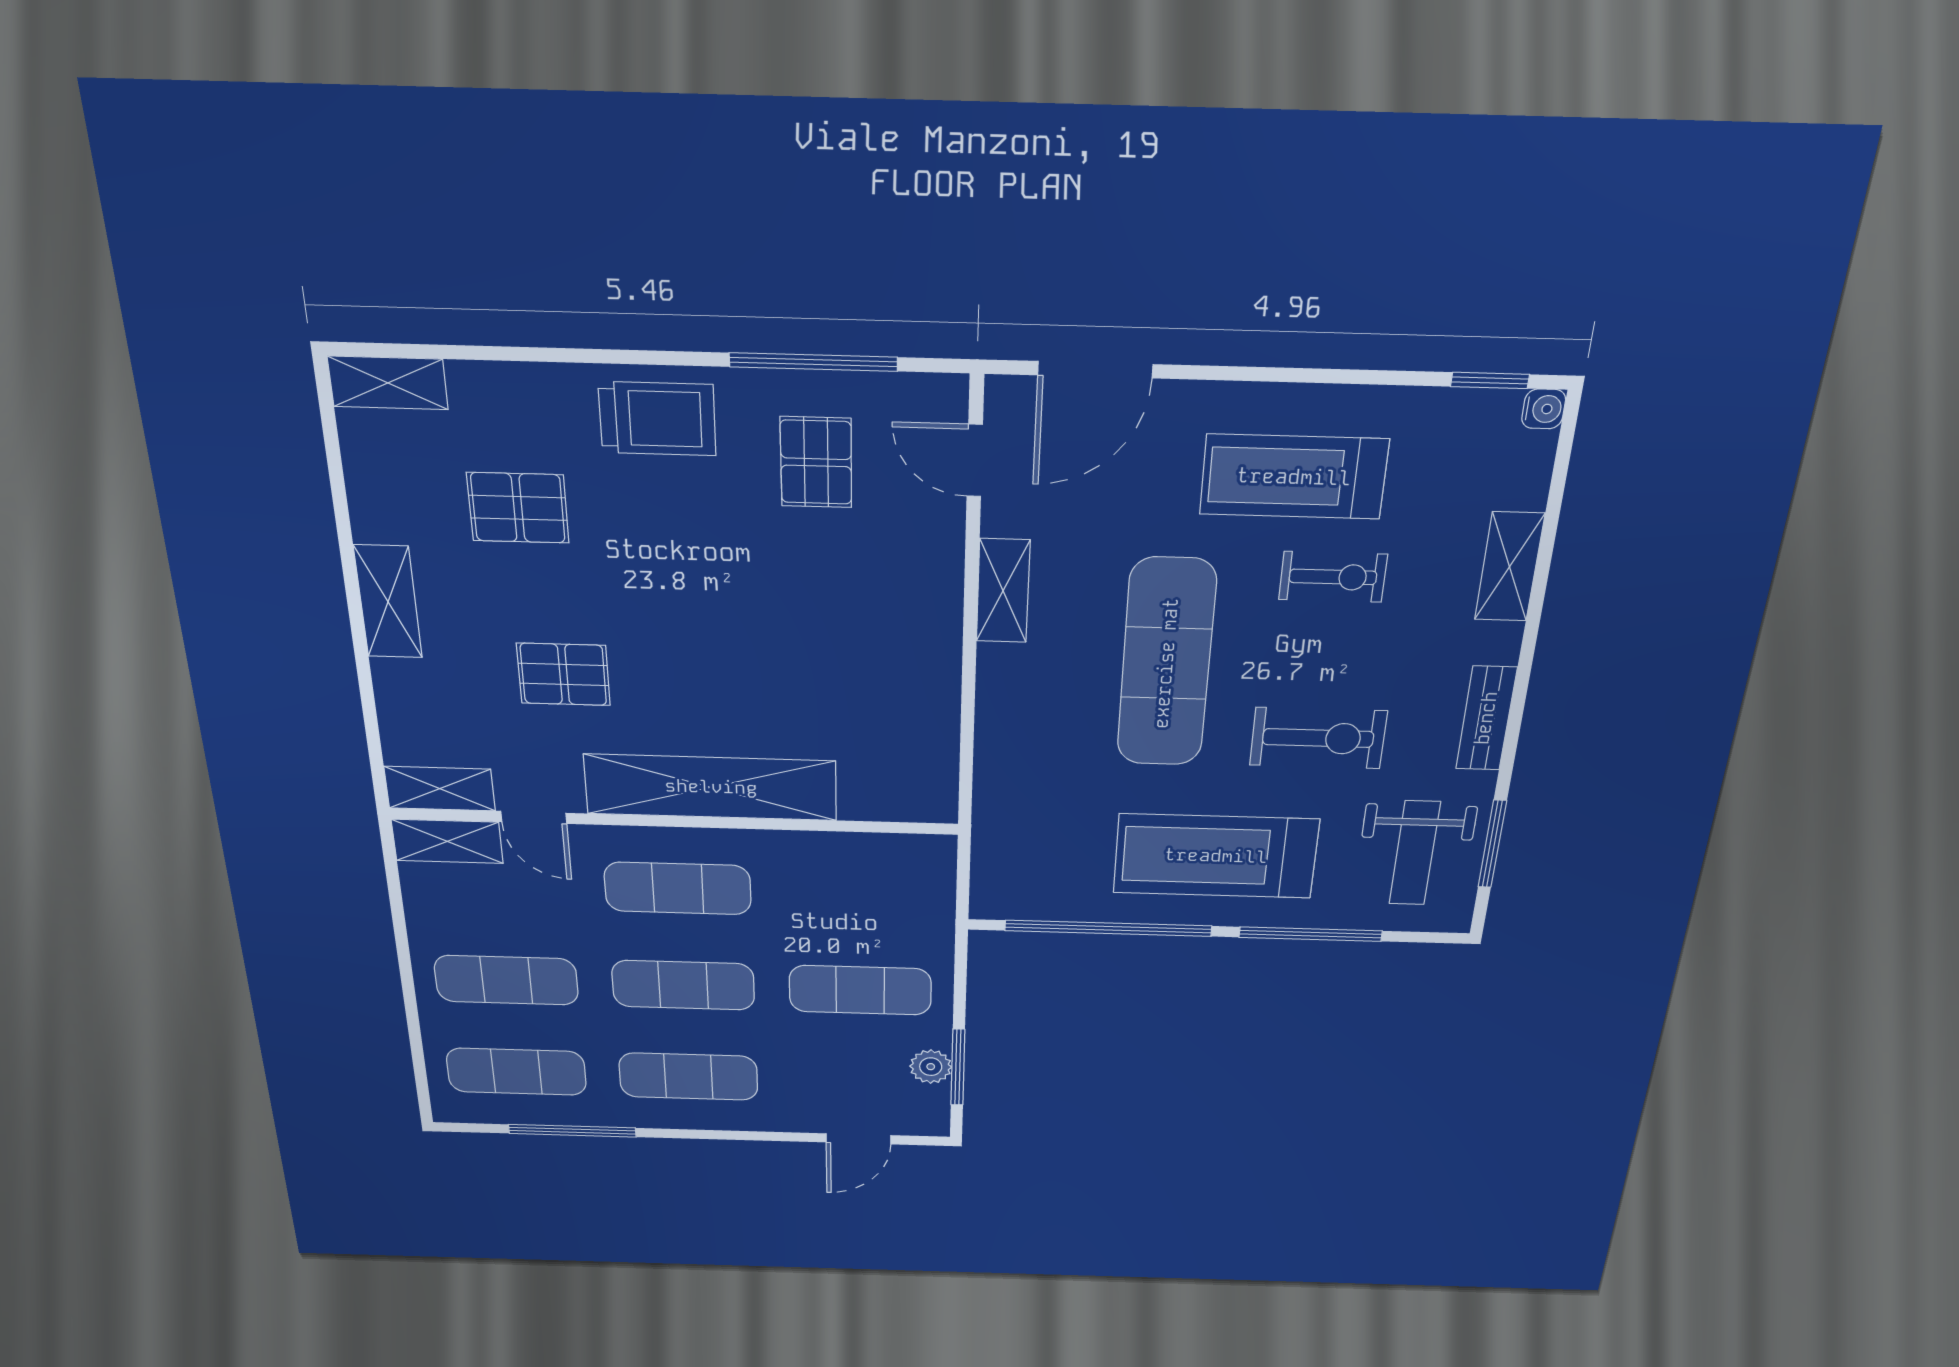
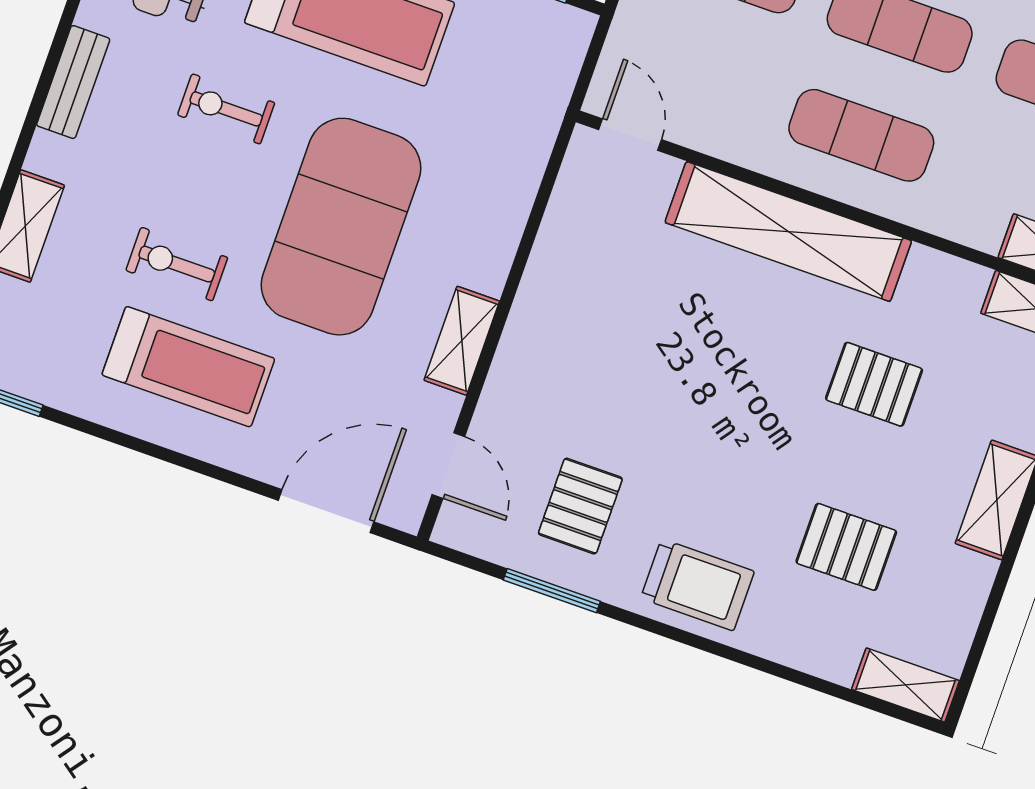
window: (813, 362) -> (552, 591), width x0.69
trolley: (657, 419) -> (697, 585), turned 180
exercise mat: (1166, 663) -> (341, 227), width x1.47
exercise bike: (1318, 738) -> (226, 109), width x0.73, depth x0.72
door: (534, 817) -> (630, 135), moved

